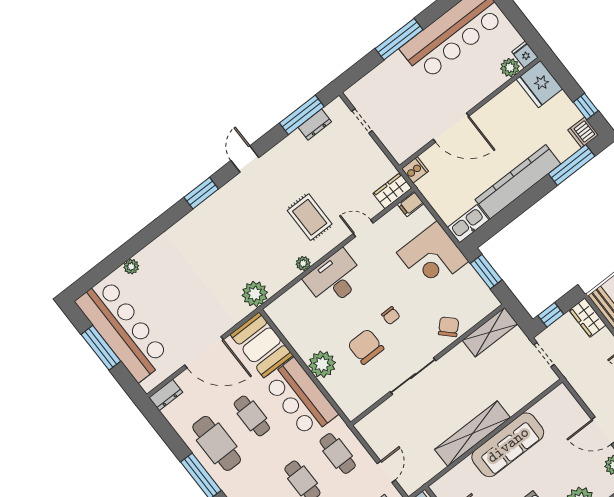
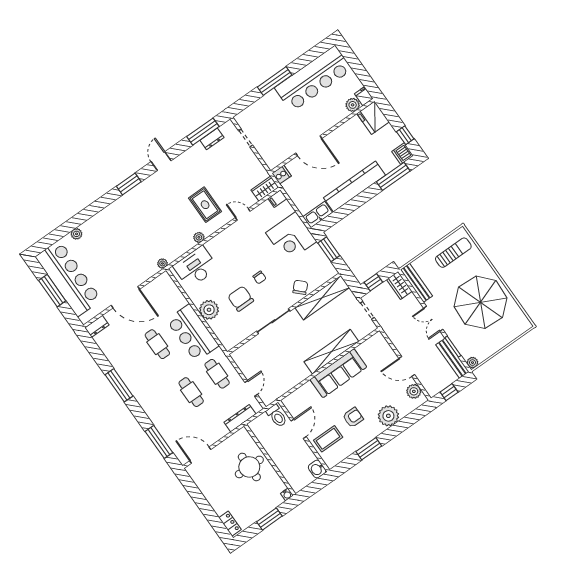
desk: (335, 279) -> (196, 267), moved
plant: (255, 294) -> (162, 263), width x0.53, depth x0.53
shelving: (490, 332) -> (322, 298), width x1.47
booth: (262, 345) -> (167, 294), removed
shelving: (472, 434) -> (331, 352), moved
cafe table: (217, 443) -> (131, 363), removed

